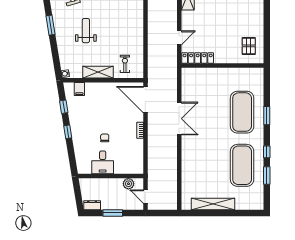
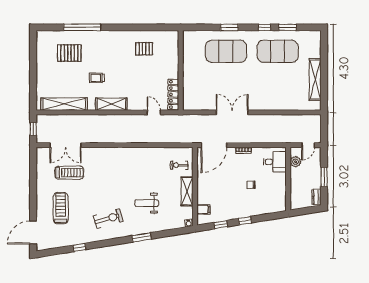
pallet: (249, 46) -> (144, 49), moved
desk: (103, 162) -> (275, 162), moved

